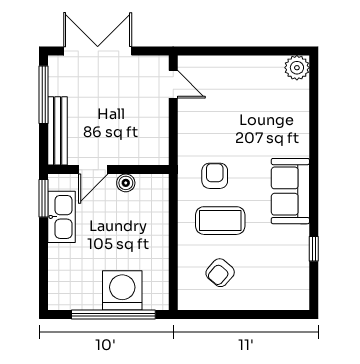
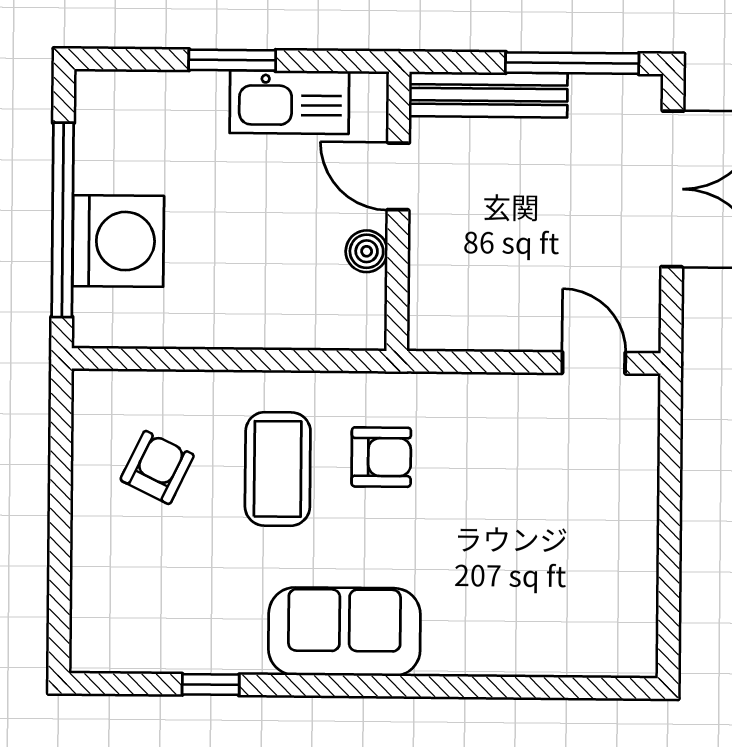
plant: (297, 68) -> (629, 649), removed
door: (173, 84) -> (594, 363), swing flipped
window: (44, 198) -> (232, 60), moved
armchair: (220, 273) -> (157, 467), turned 75

